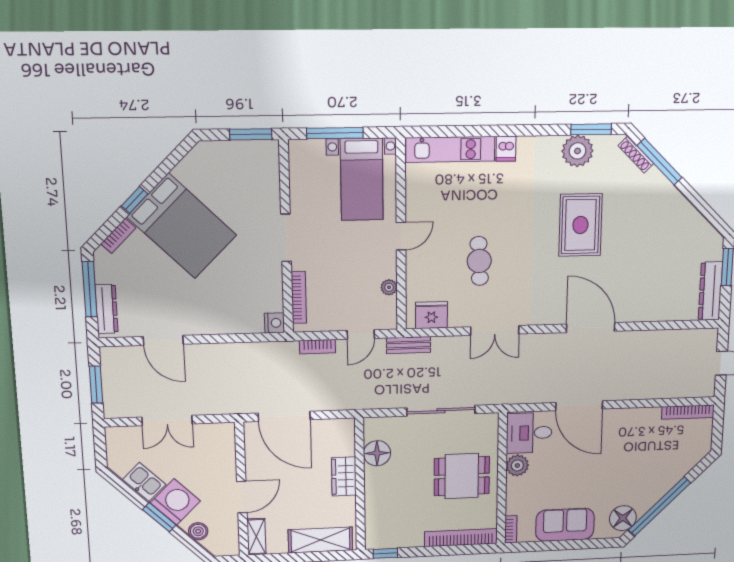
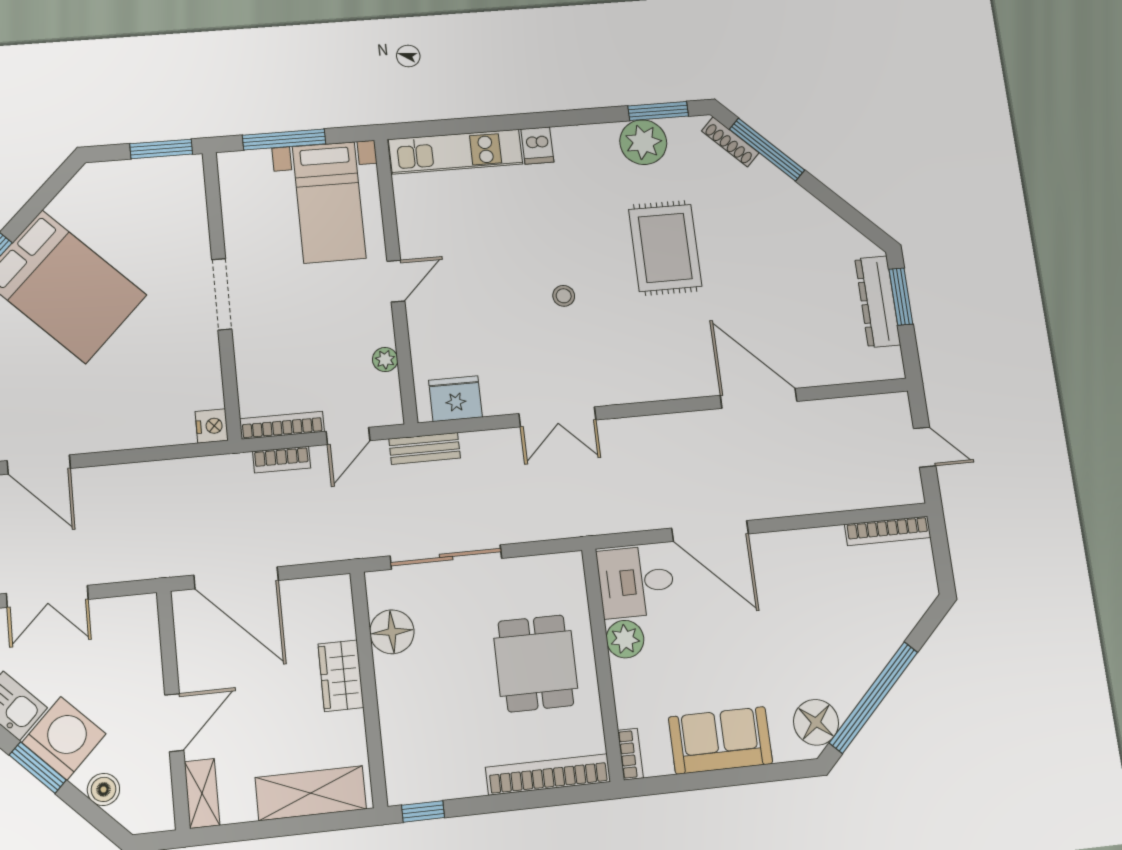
stool: (509, 253) -> (564, 296), added
cafe table: (479, 261) -> (519, 311), removed
dresser: (710, 291) -> (878, 302), moved
bookcase: (299, 297) -> (282, 425), moved, turned -90
door: (591, 328) -> (759, 398), moved
sliding door: (441, 411) -> (446, 557), moved
dining table: (462, 476) -> (536, 663), turned 90

